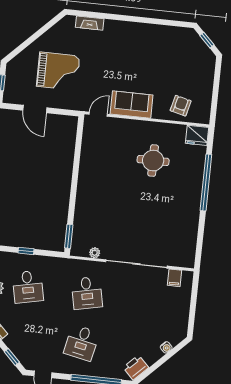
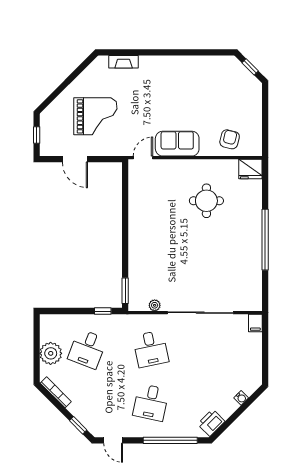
window: (206, 182) -> (265, 240), moved
window: (26, 251) -> (103, 311), moved
filing cabinet: (175, 278) -> (255, 323), moved
desk: (28, 287) -> (87, 349), turned 33

